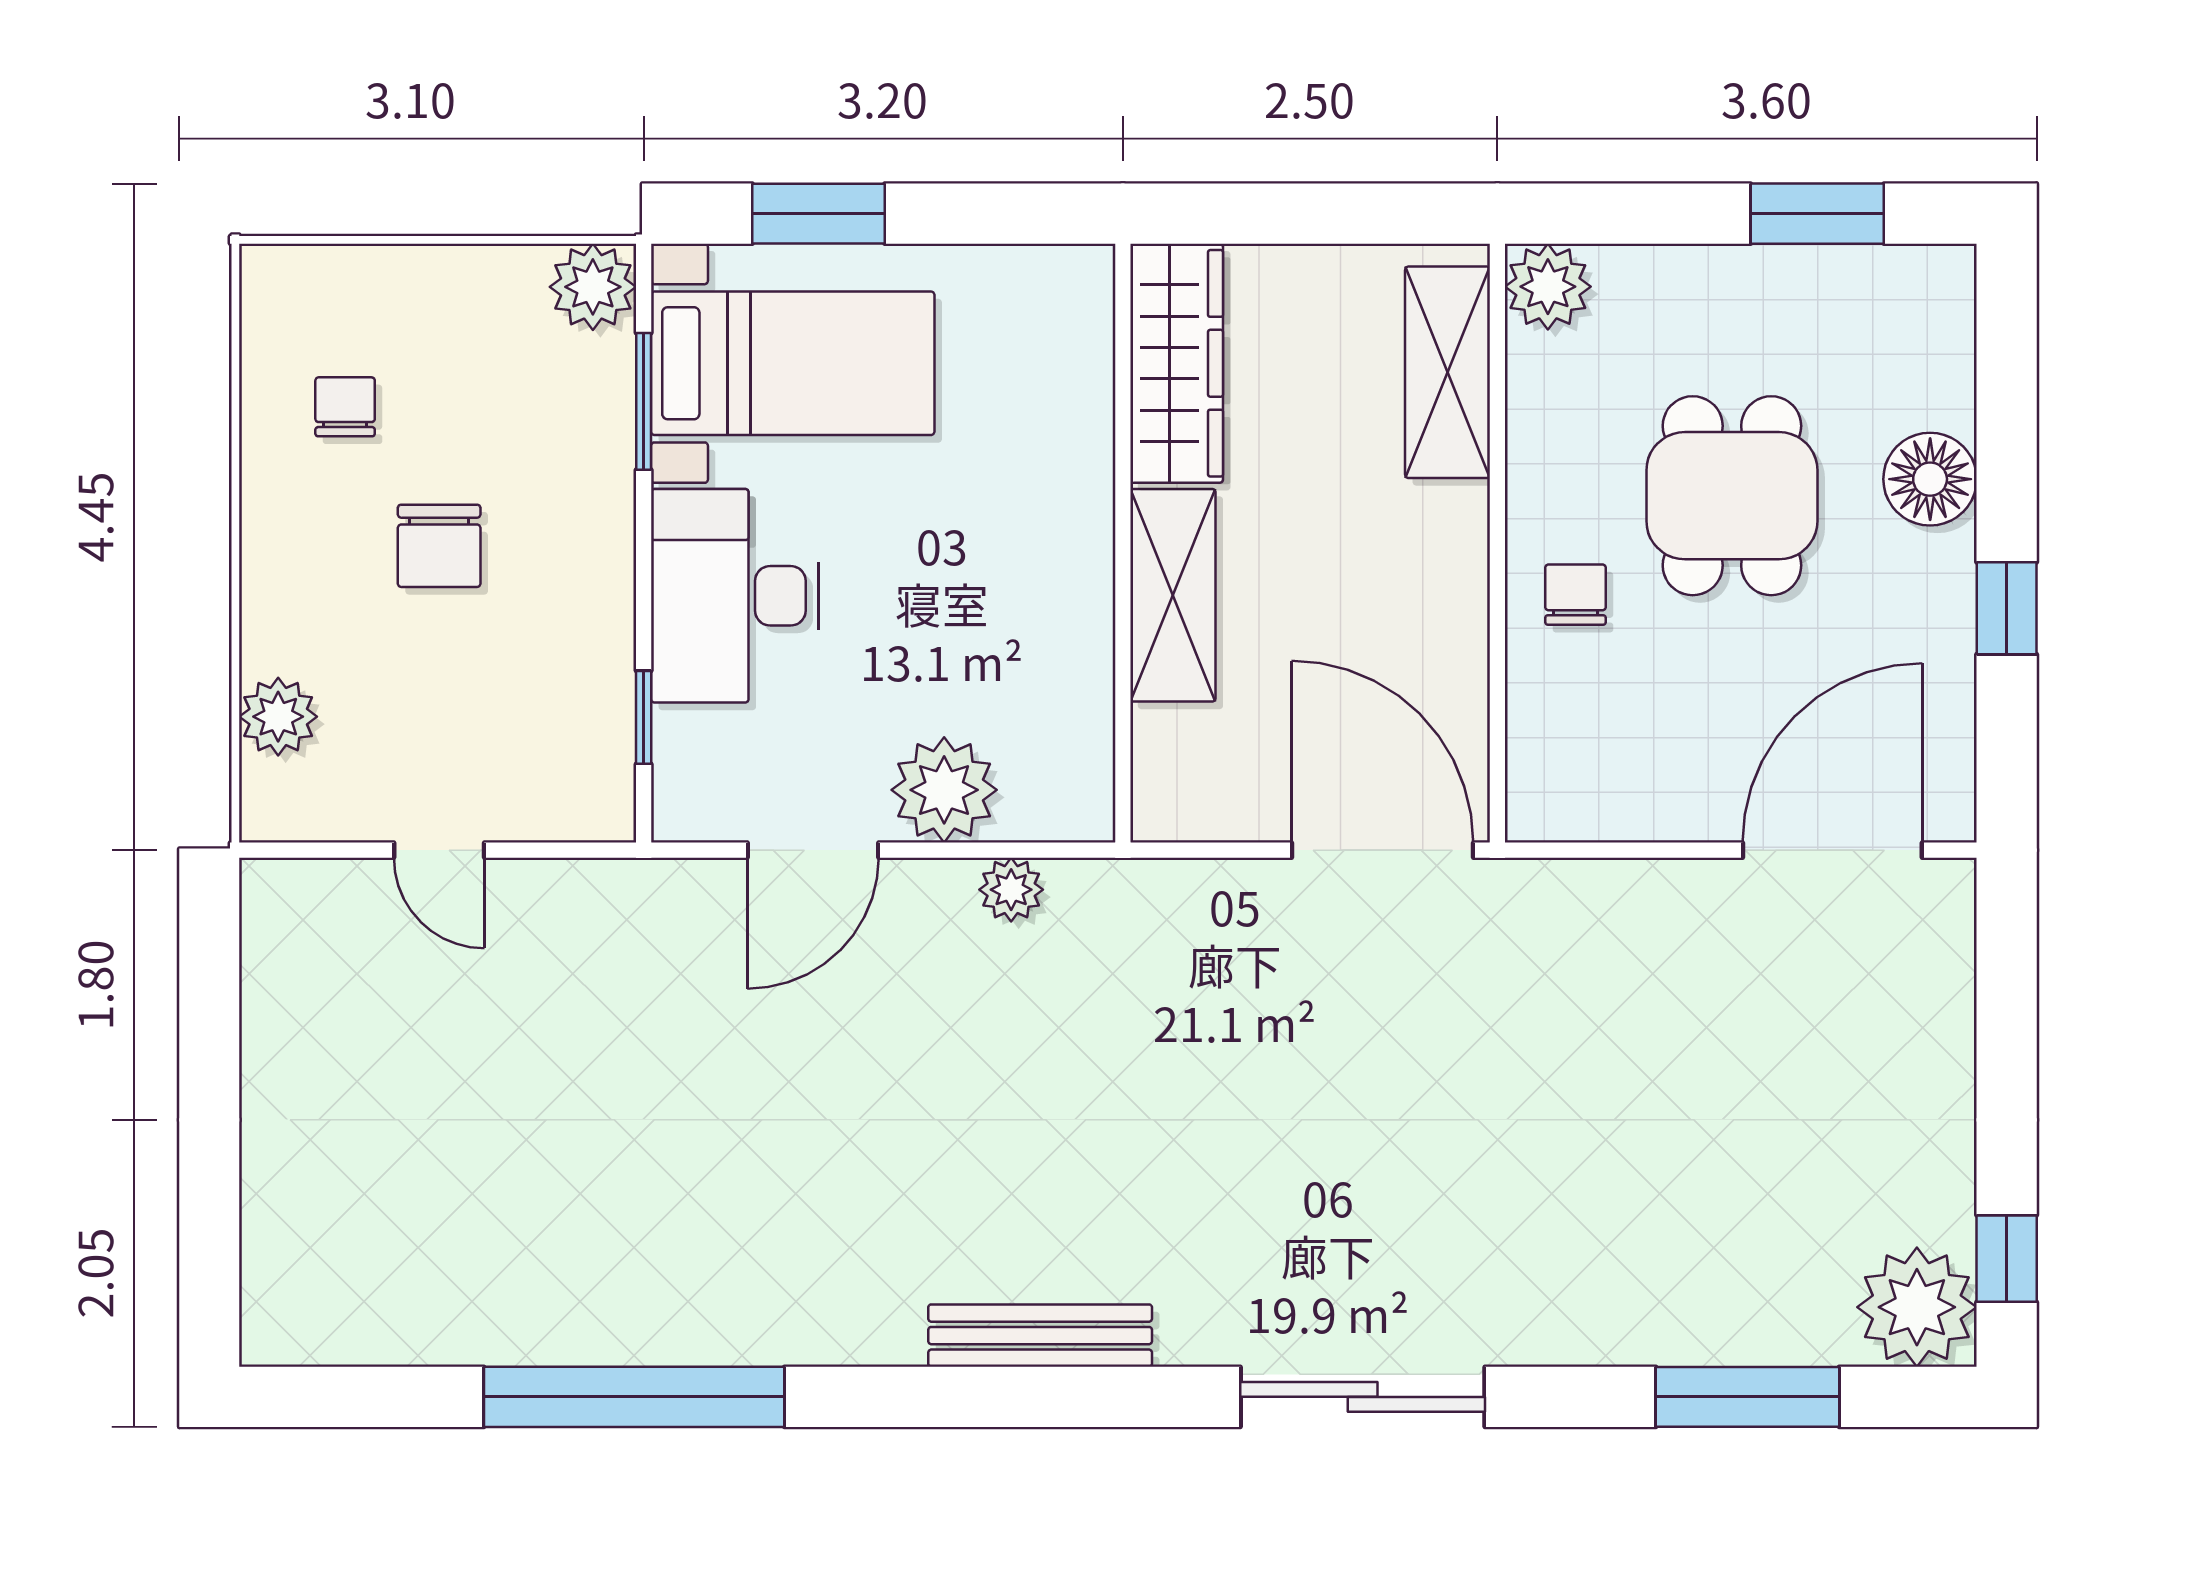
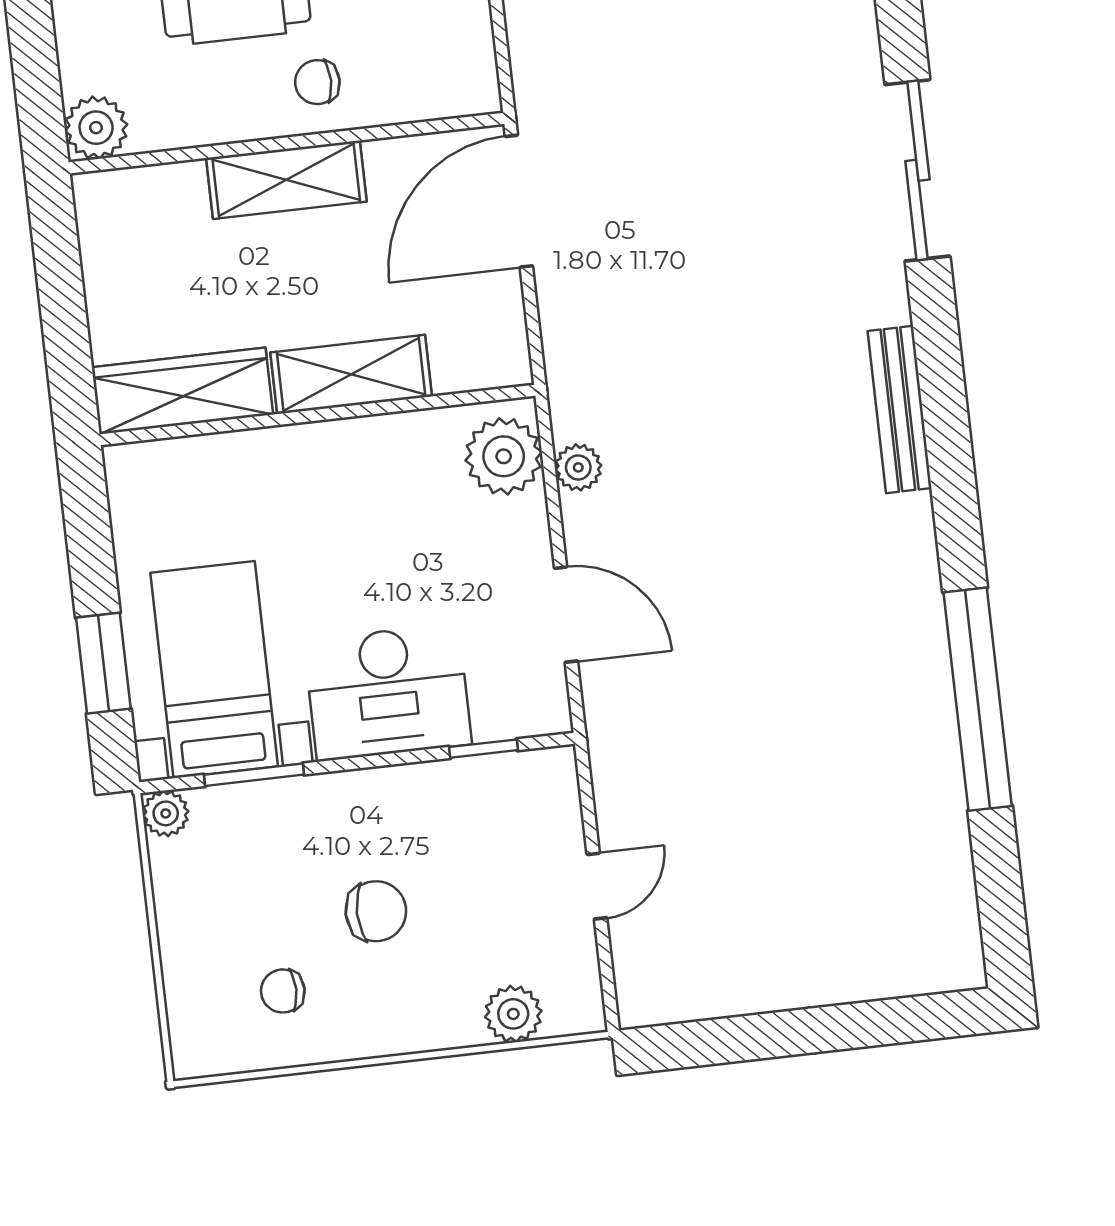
plant: (593, 287) -> (166, 813), width x0.73, depth x0.73
shelving: (1448, 372) -> (286, 180), moved
plant: (944, 790) -> (504, 456), moved

